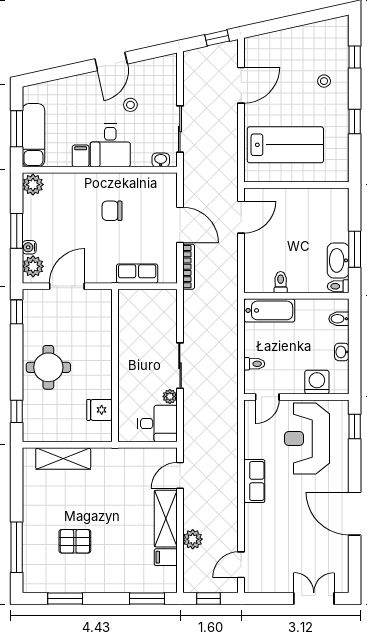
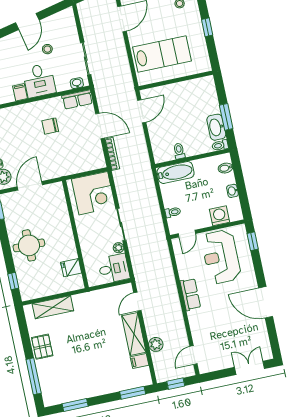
row of seats: (137, 274) -> (77, 99), moved, turned 180
corner desk: (151, 315) -> (93, 193), added
pallet: (75, 541) -> (42, 347), moved, turned 90

